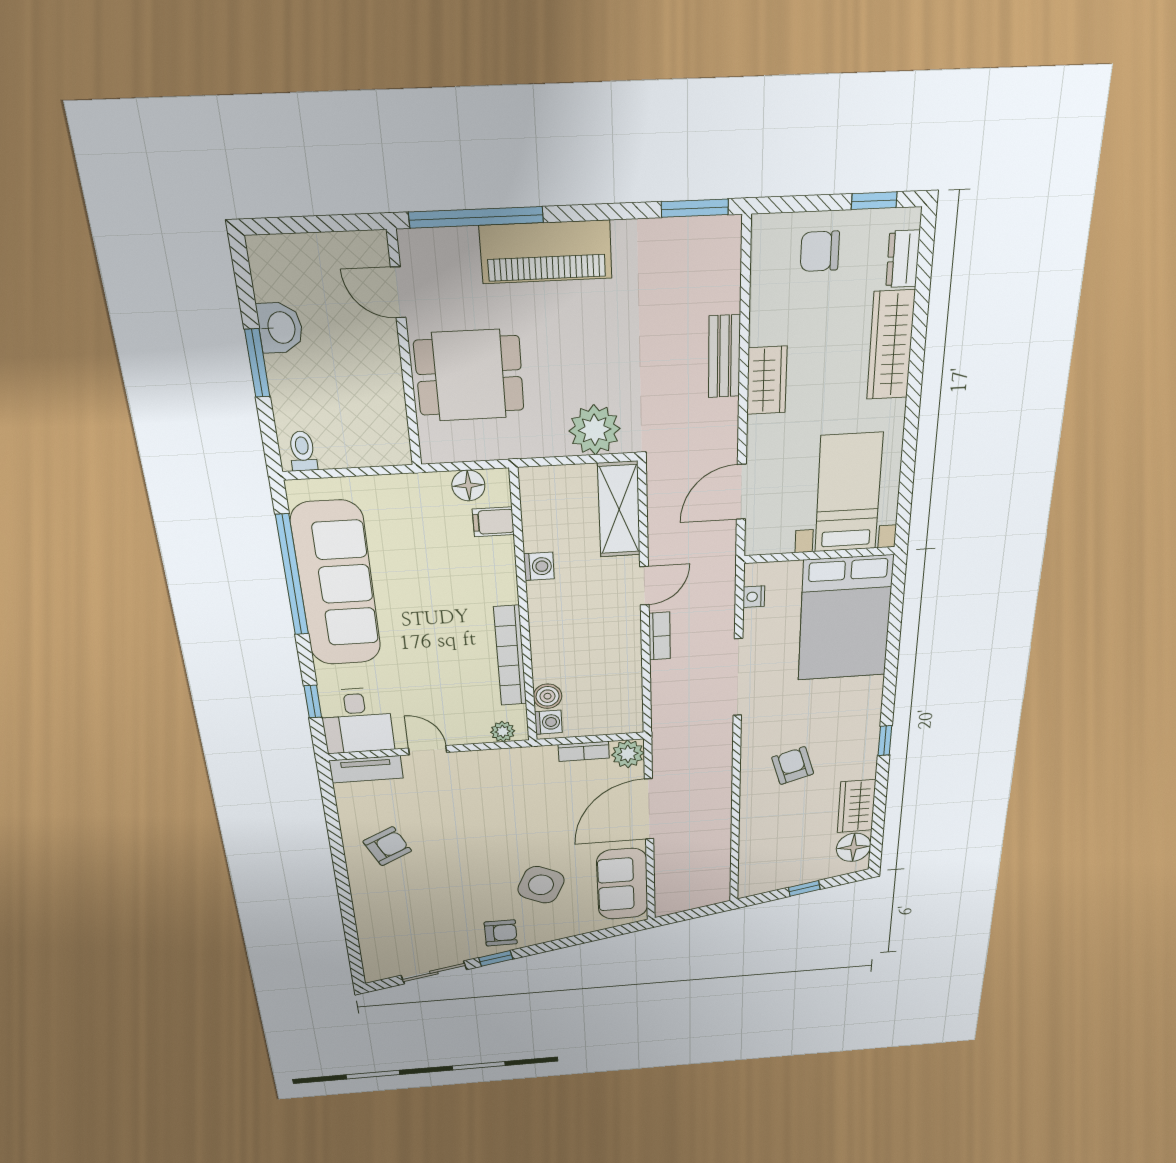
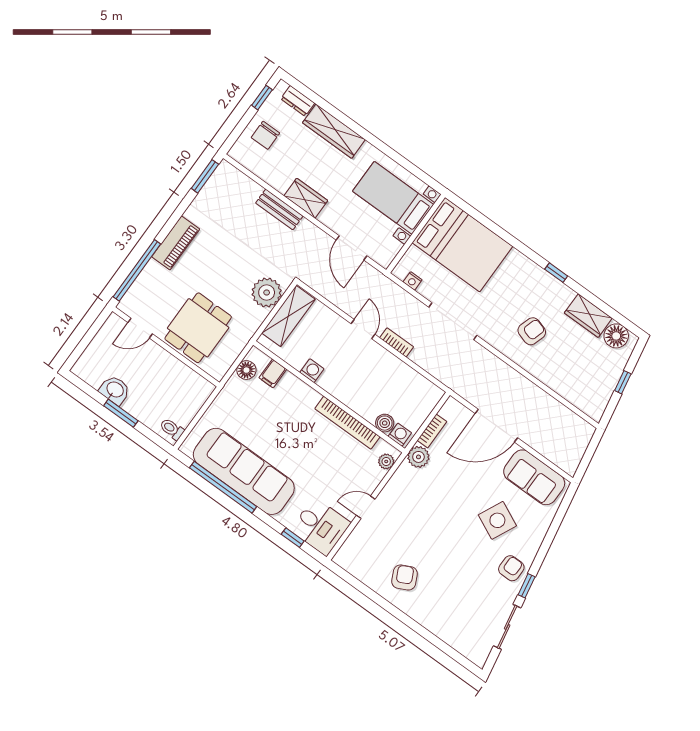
piano: (546, 252) -> (176, 243), width x0.73, depth x0.75
shelving: (619, 509) -> (288, 316), moved, turned 90
plant: (628, 754) -> (418, 457), moved
armchair: (793, 766) -> (532, 331), turned 124
tv unit: (366, 769) -> (351, 547), removed
door: (649, 809) -> (496, 426), hinge flipped

